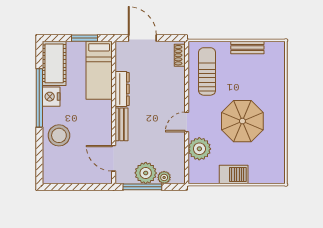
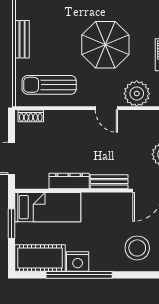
stool: (59, 135) -> (137, 248), moved

